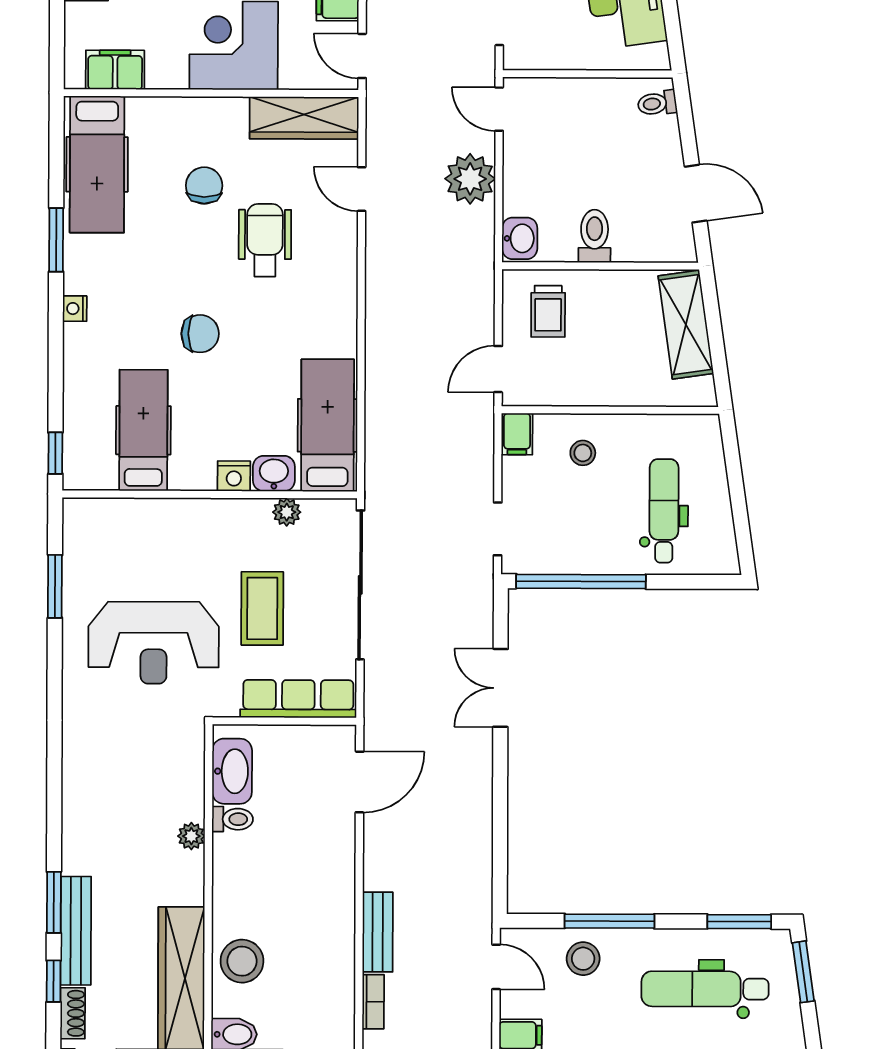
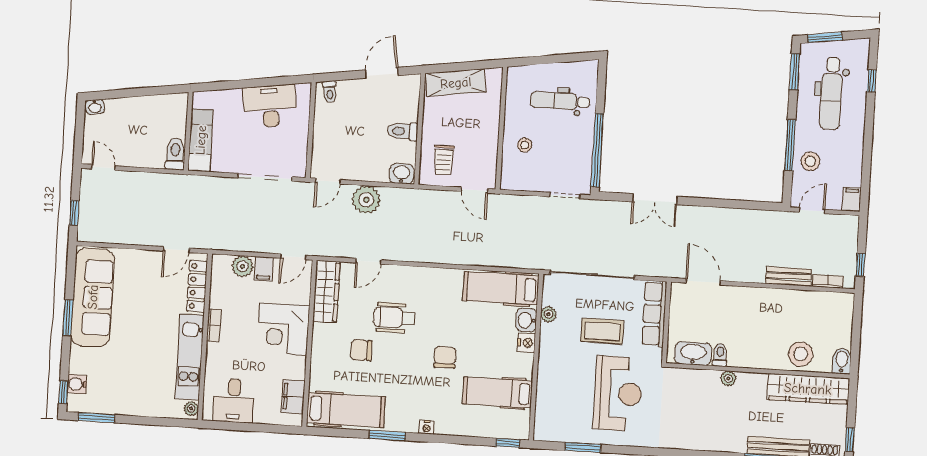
trolley: (548, 311) -> (444, 160), turned 90
filing cabinet: (517, 434) -> (512, 182), removed

